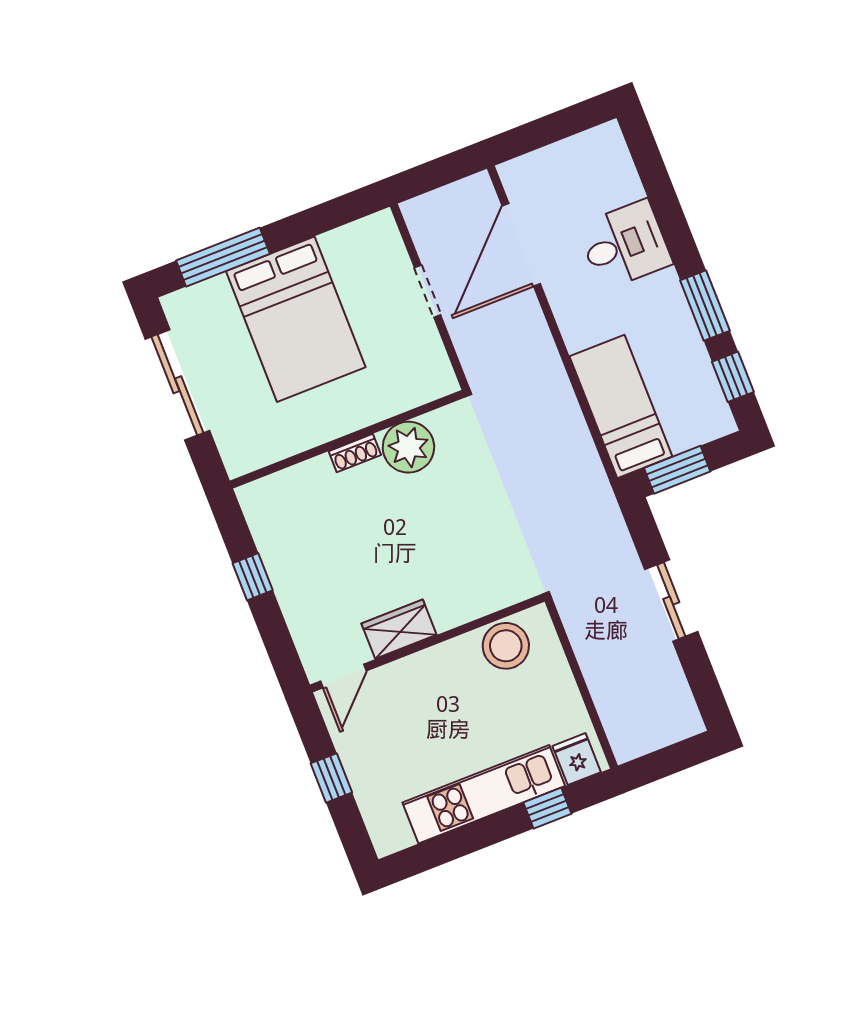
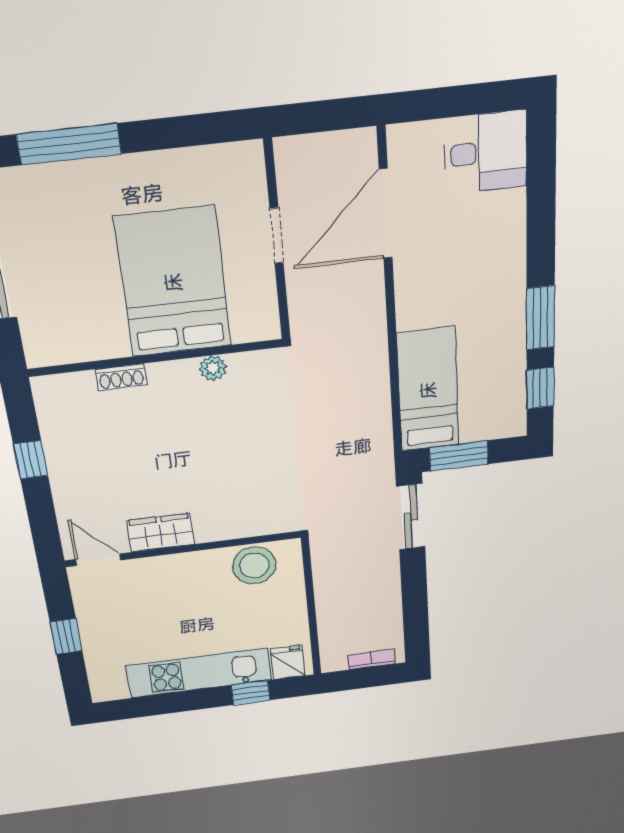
desk: (625, 245) -> (486, 152), moved
bed: (296, 319) -> (173, 282), moved, turned 180
plant: (408, 447) -> (213, 368), width x0.53, depth x0.53
shoe rack: (355, 453) -> (121, 377), moved
sliding door: (671, 601) -> (411, 517), moved
door: (343, 676) -> (98, 560), swing flipped
bookcase: (668, 735) -> (372, 659), added

